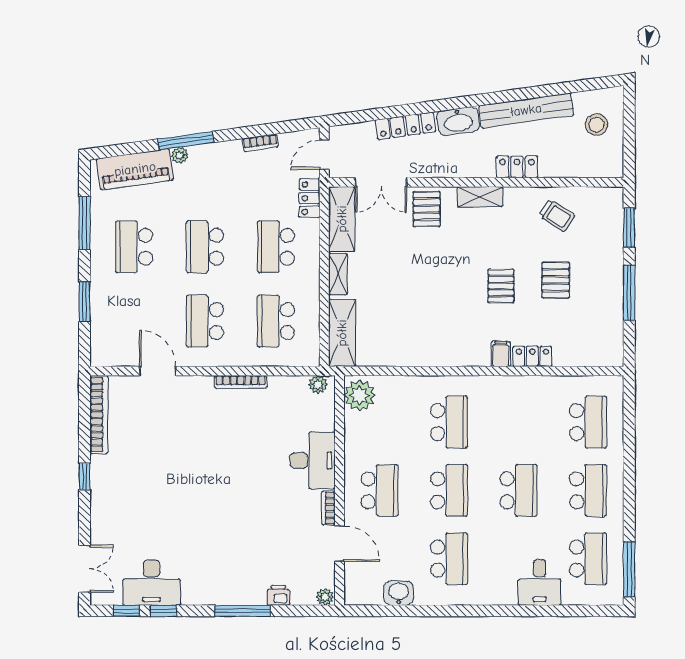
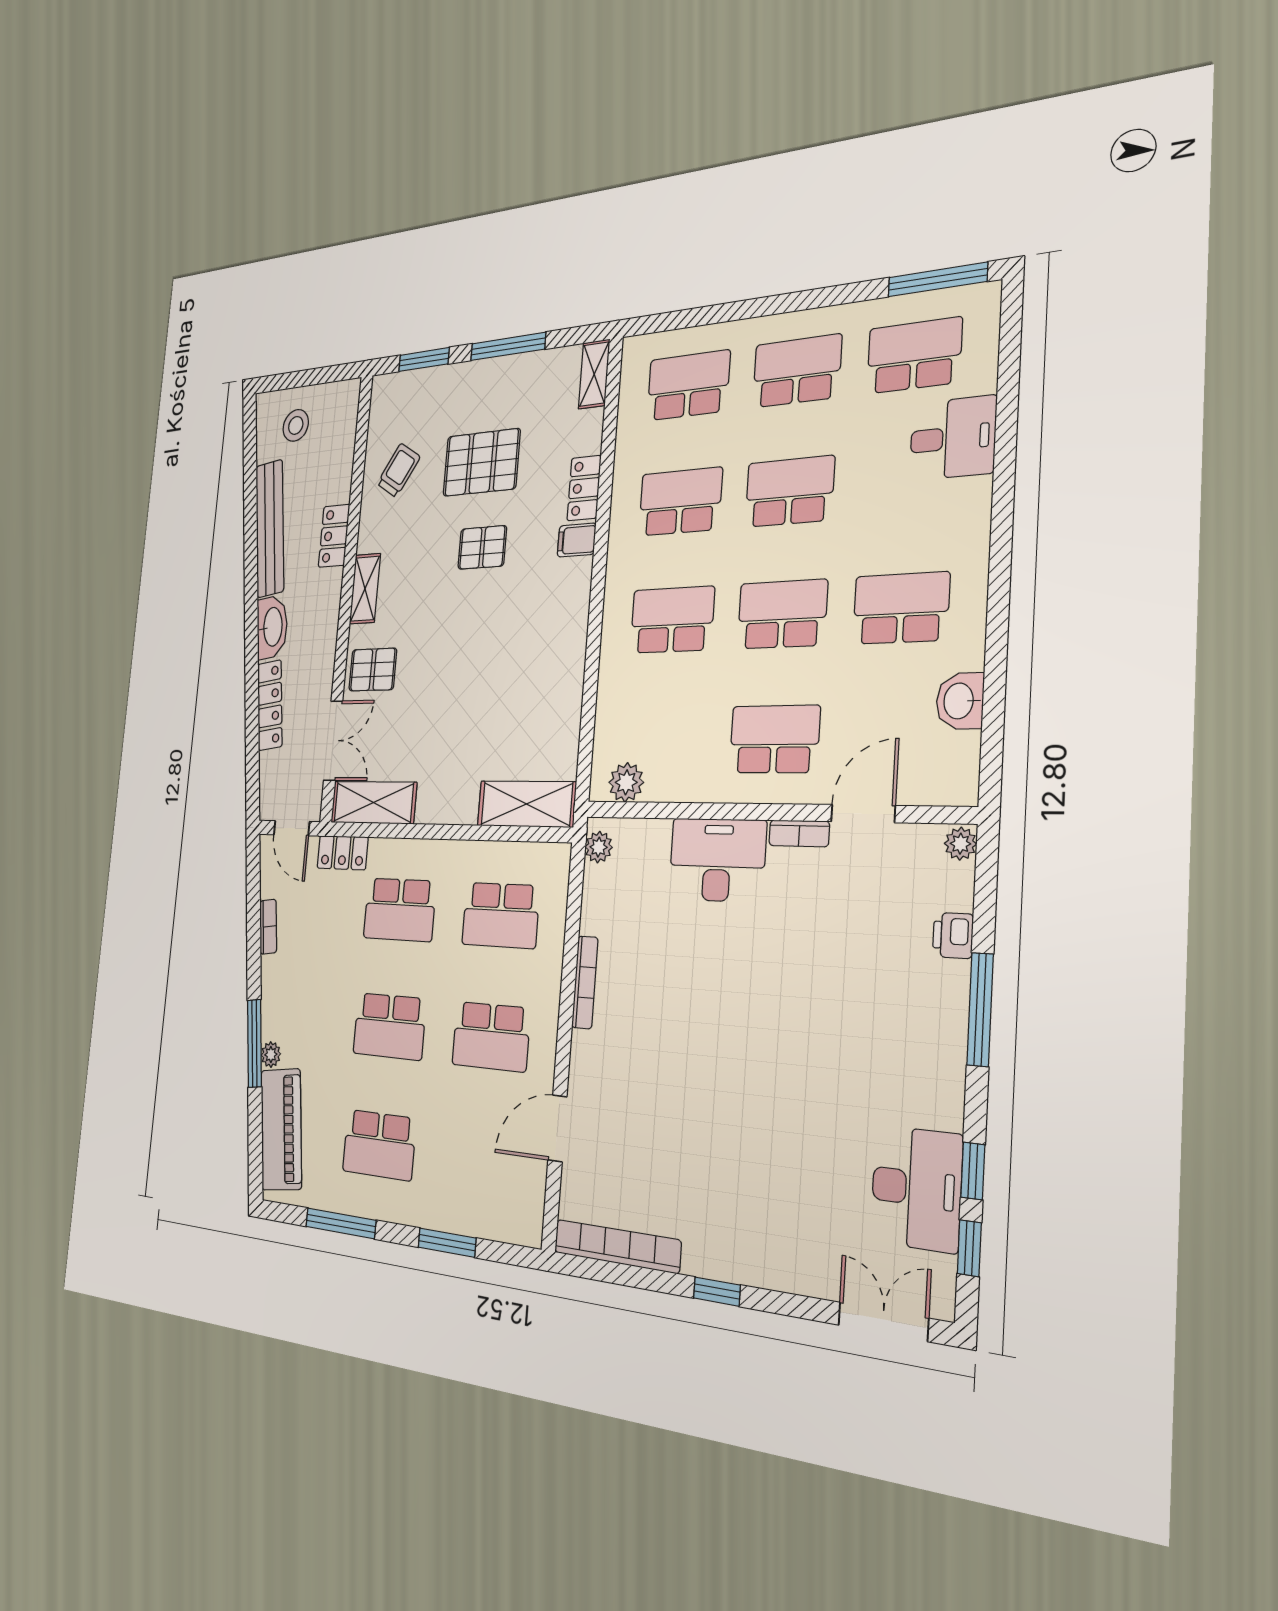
shelving: (338, 274) -> (594, 374), moved, turned 90
pallet: (556, 280) -> (481, 462), width x1.50, depth x1.42
plant: (360, 395) -> (626, 782), width x0.73, depth x0.73
school desk: (519, 422) -> (680, 502), added

